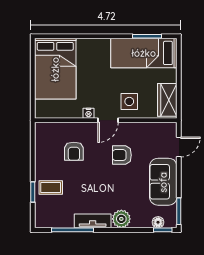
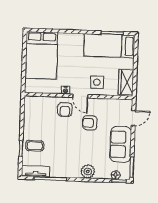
door: (108, 120) -> (80, 96), hinge flipped
armchair: (74, 151) -> (65, 110), moved
tv unit: (93, 221) -> (36, 171), moved

